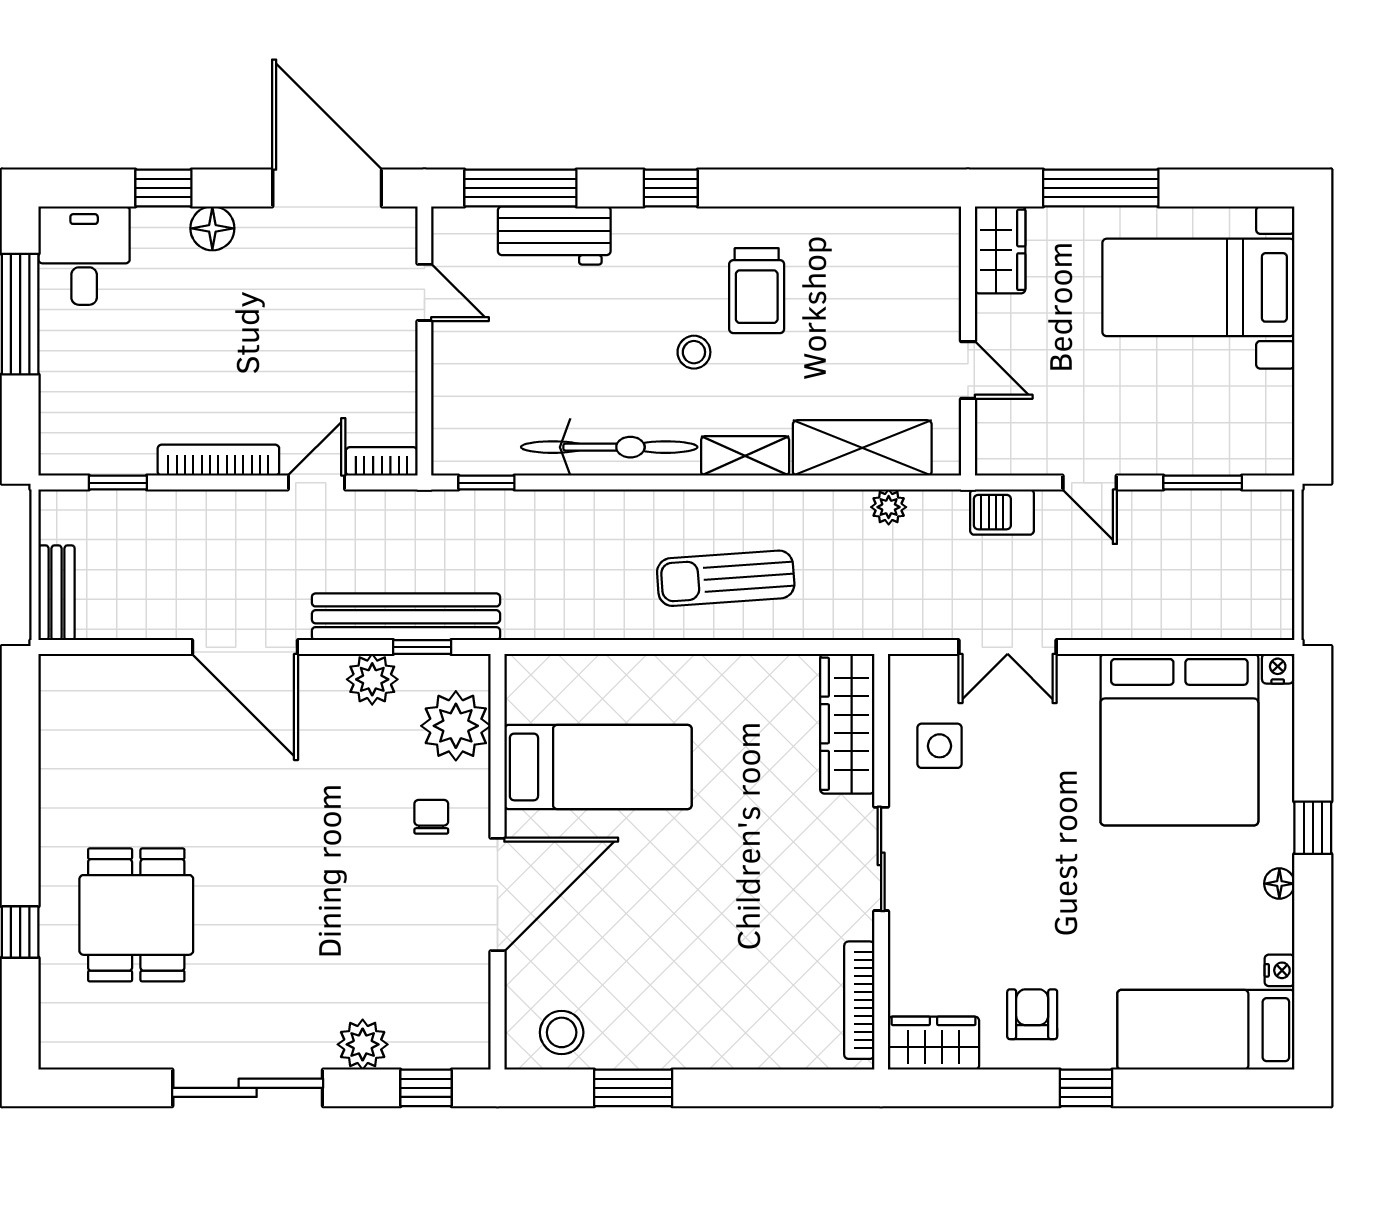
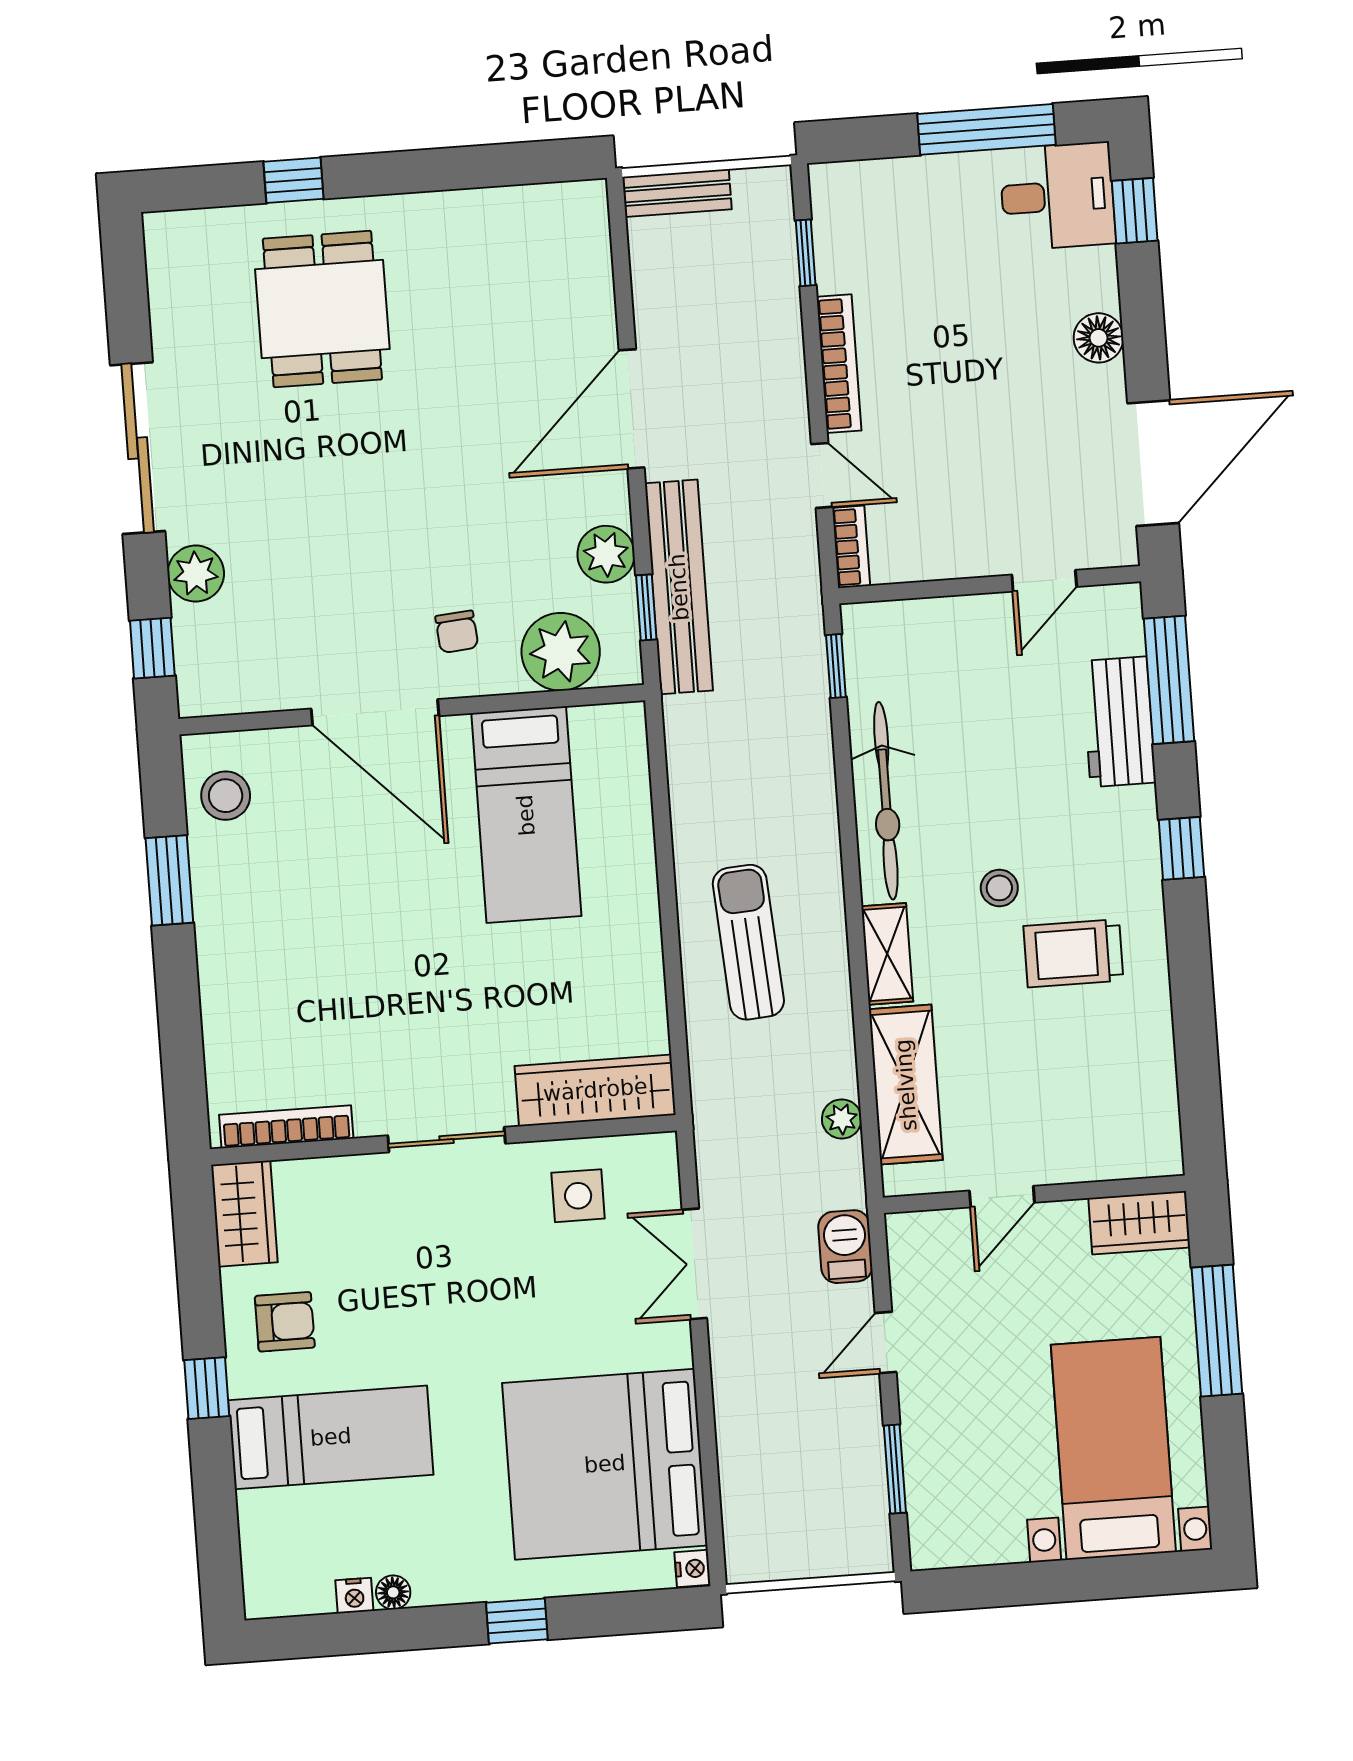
window: (163, 188) -> (1135, 211), moved
chair: (431, 817) -> (457, 632), turned 85
floor lamp: (1279, 884) -> (393, 1592), moved
dining table: (136, 915) -> (322, 309), turned 90
bed: (1206, 1030) -> (331, 1437), moved, turned 90

